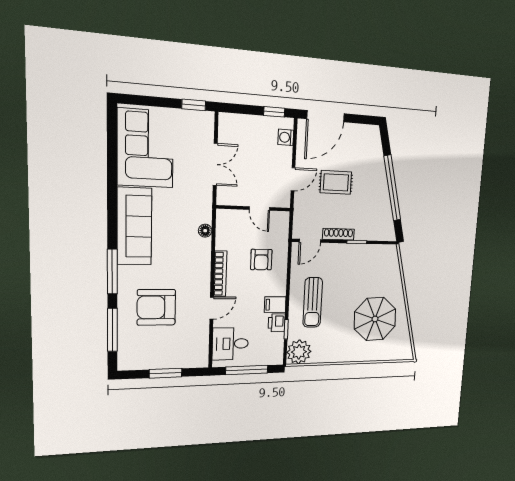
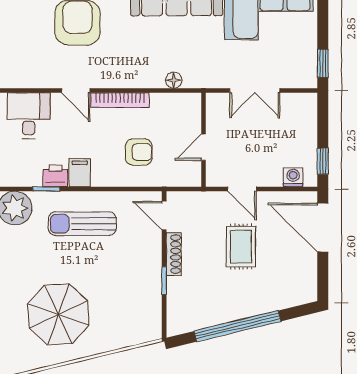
armchair: (261, 260) -> (139, 152), turned 180

